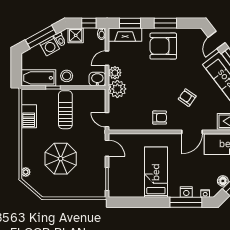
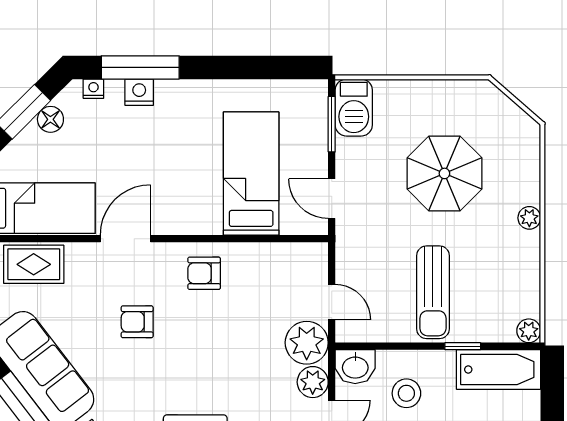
stool: (67, 76) -> (406, 393), moved
plant: (26, 94) -> (529, 331), added
armchair: (187, 98) -> (137, 322), turned 145
barbecue: (29, 116) -> (354, 108), moved, turned 180
door: (107, 120) -> (332, 302), moved
plant: (26, 172) -> (529, 218), moved
bed: (156, 172) -> (251, 174), moved, turned 180

